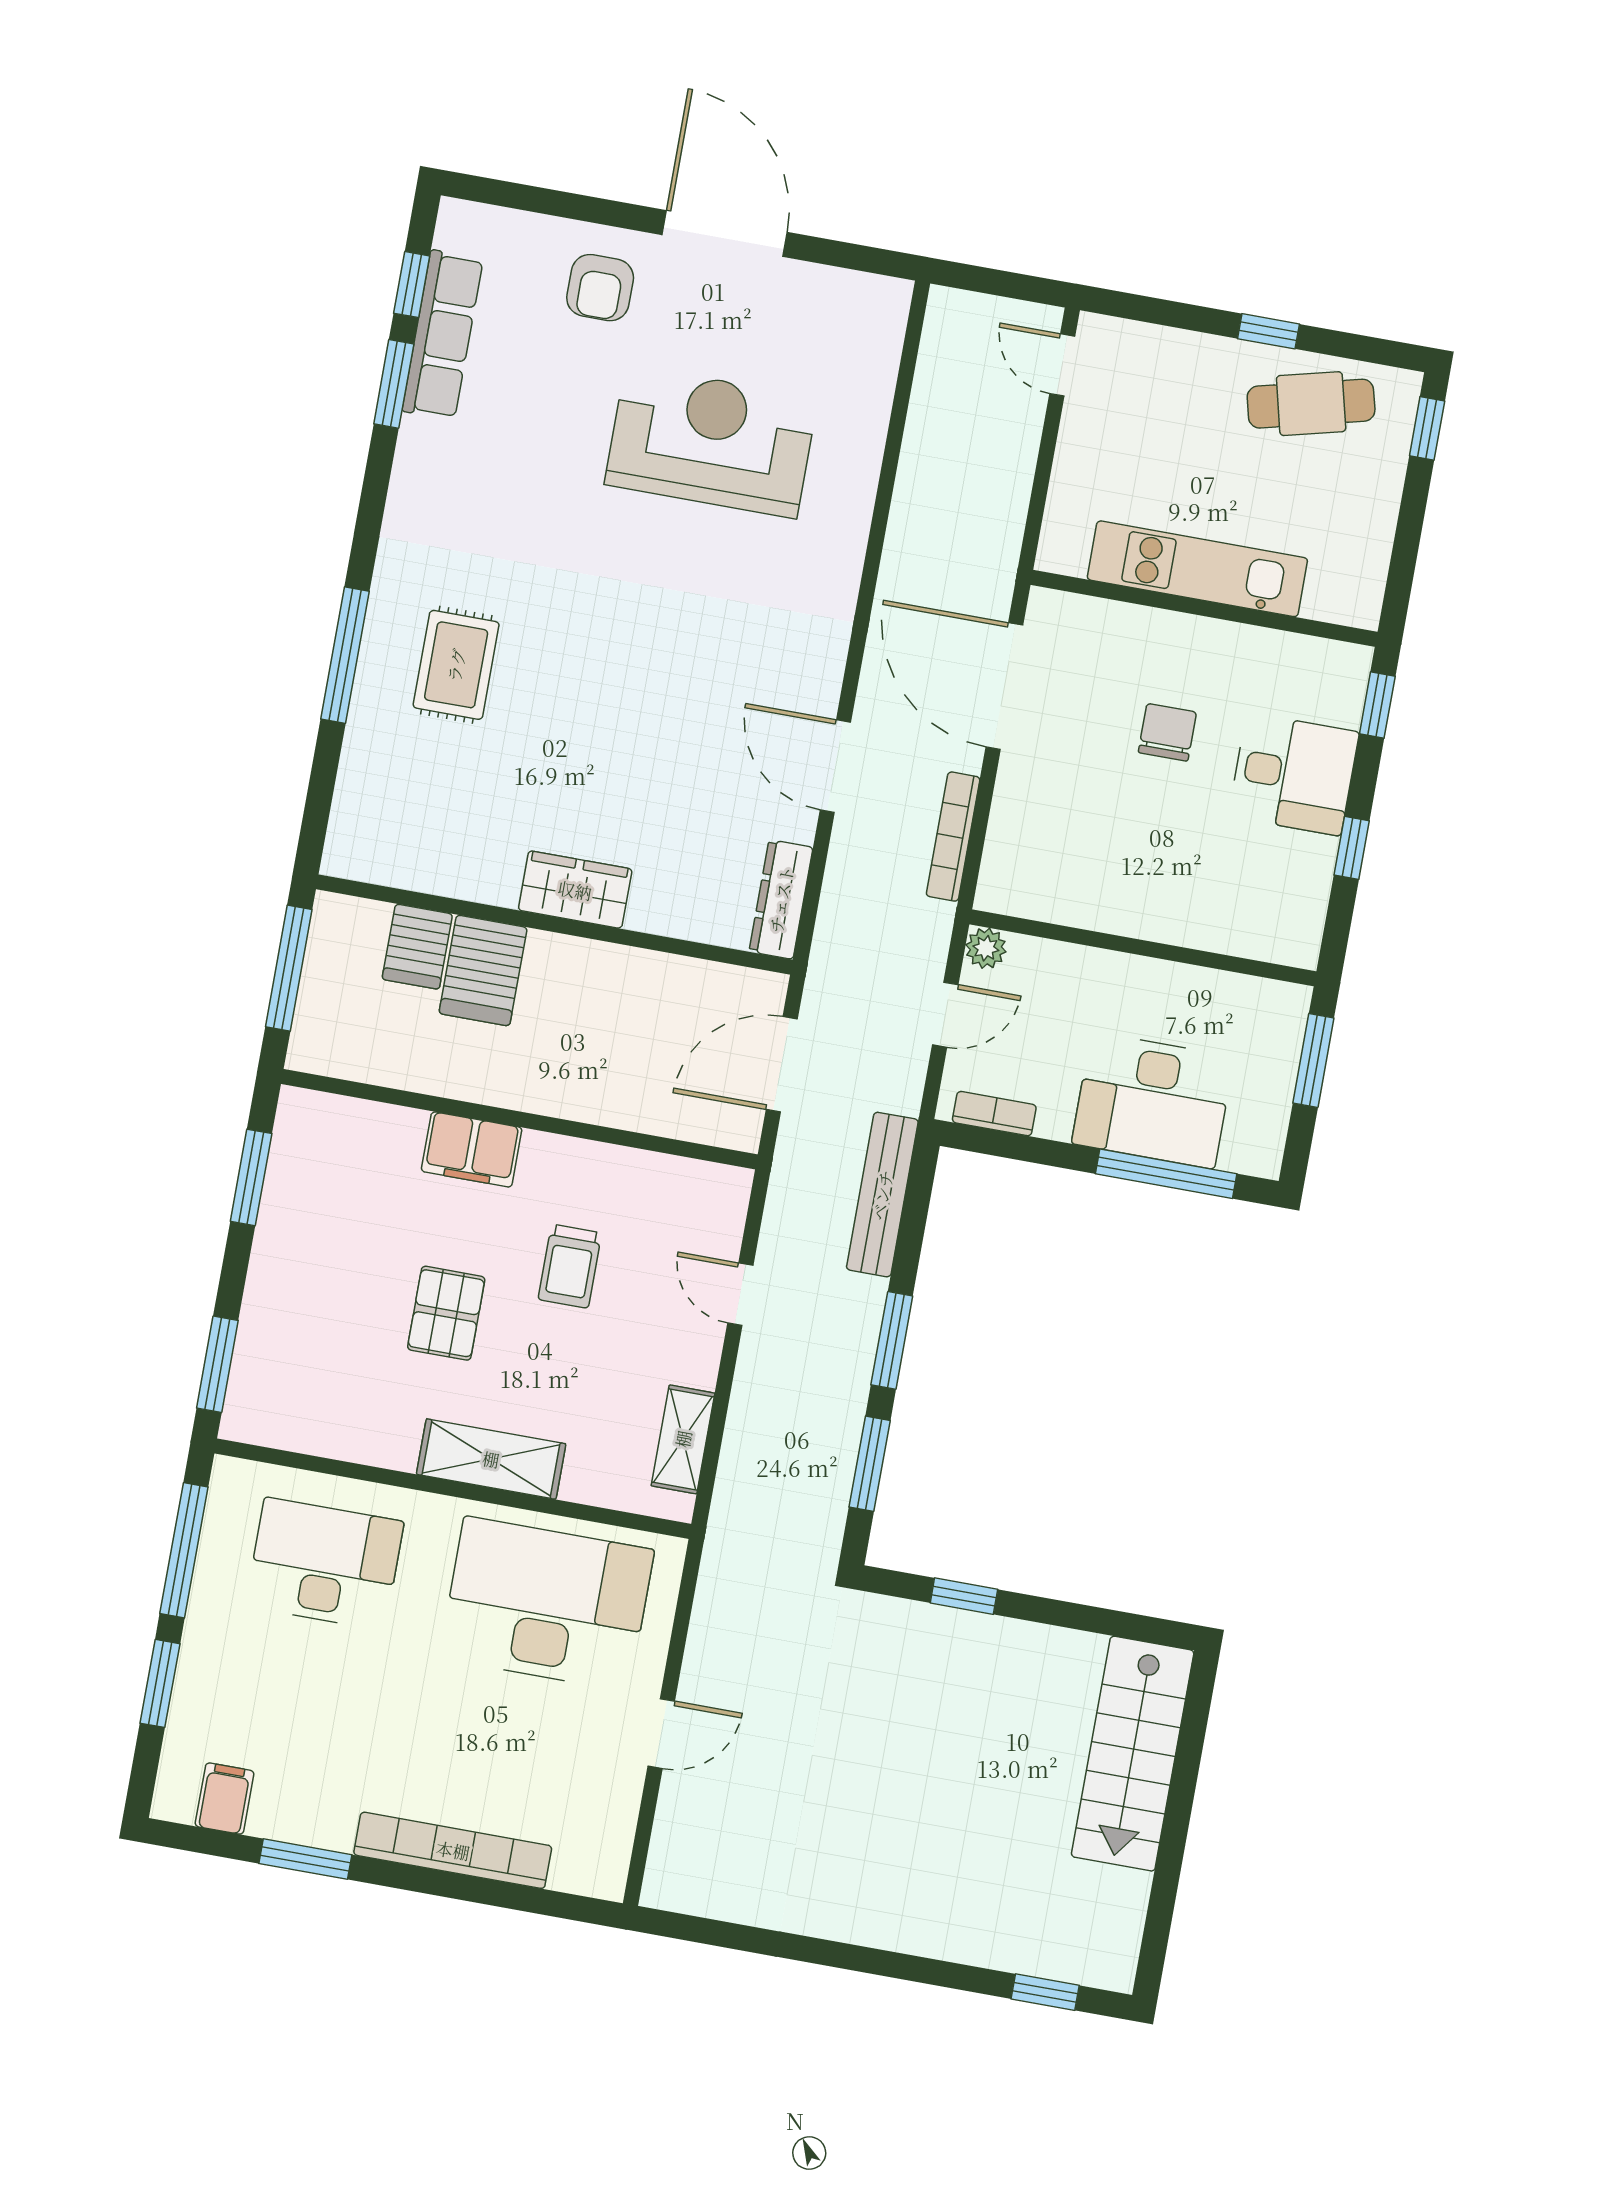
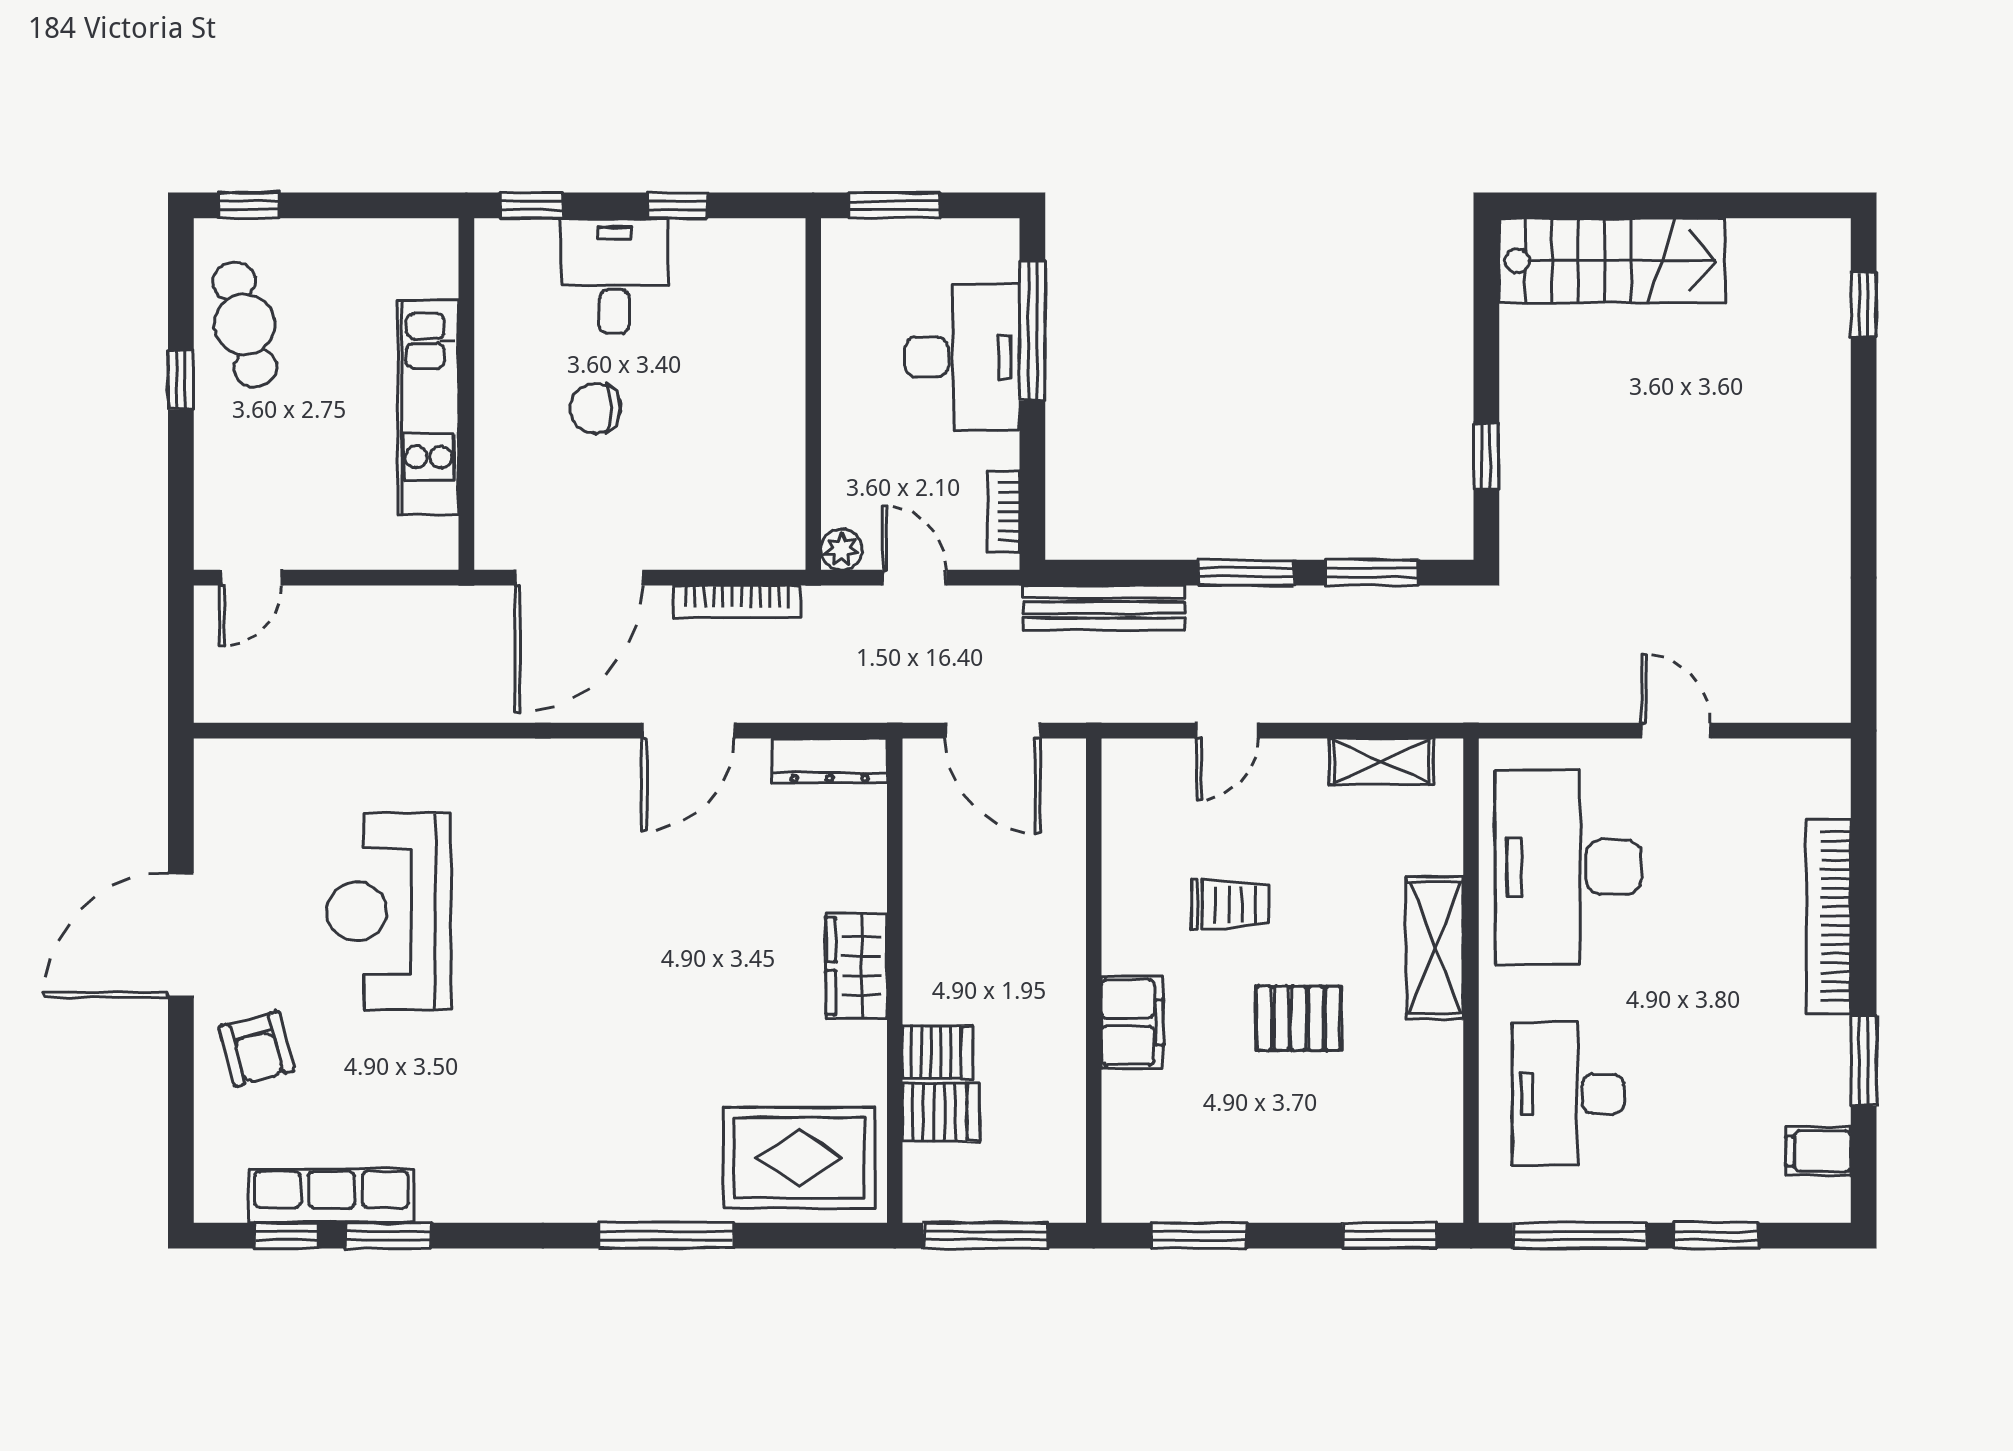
armchair: (600, 288) -> (257, 1049), turned 75
rug: (456, 665) -> (799, 1158), moved, width x1.36, depth x1.43
server rack: (483, 970) -> (938, 1052), width x0.73, depth x0.70

